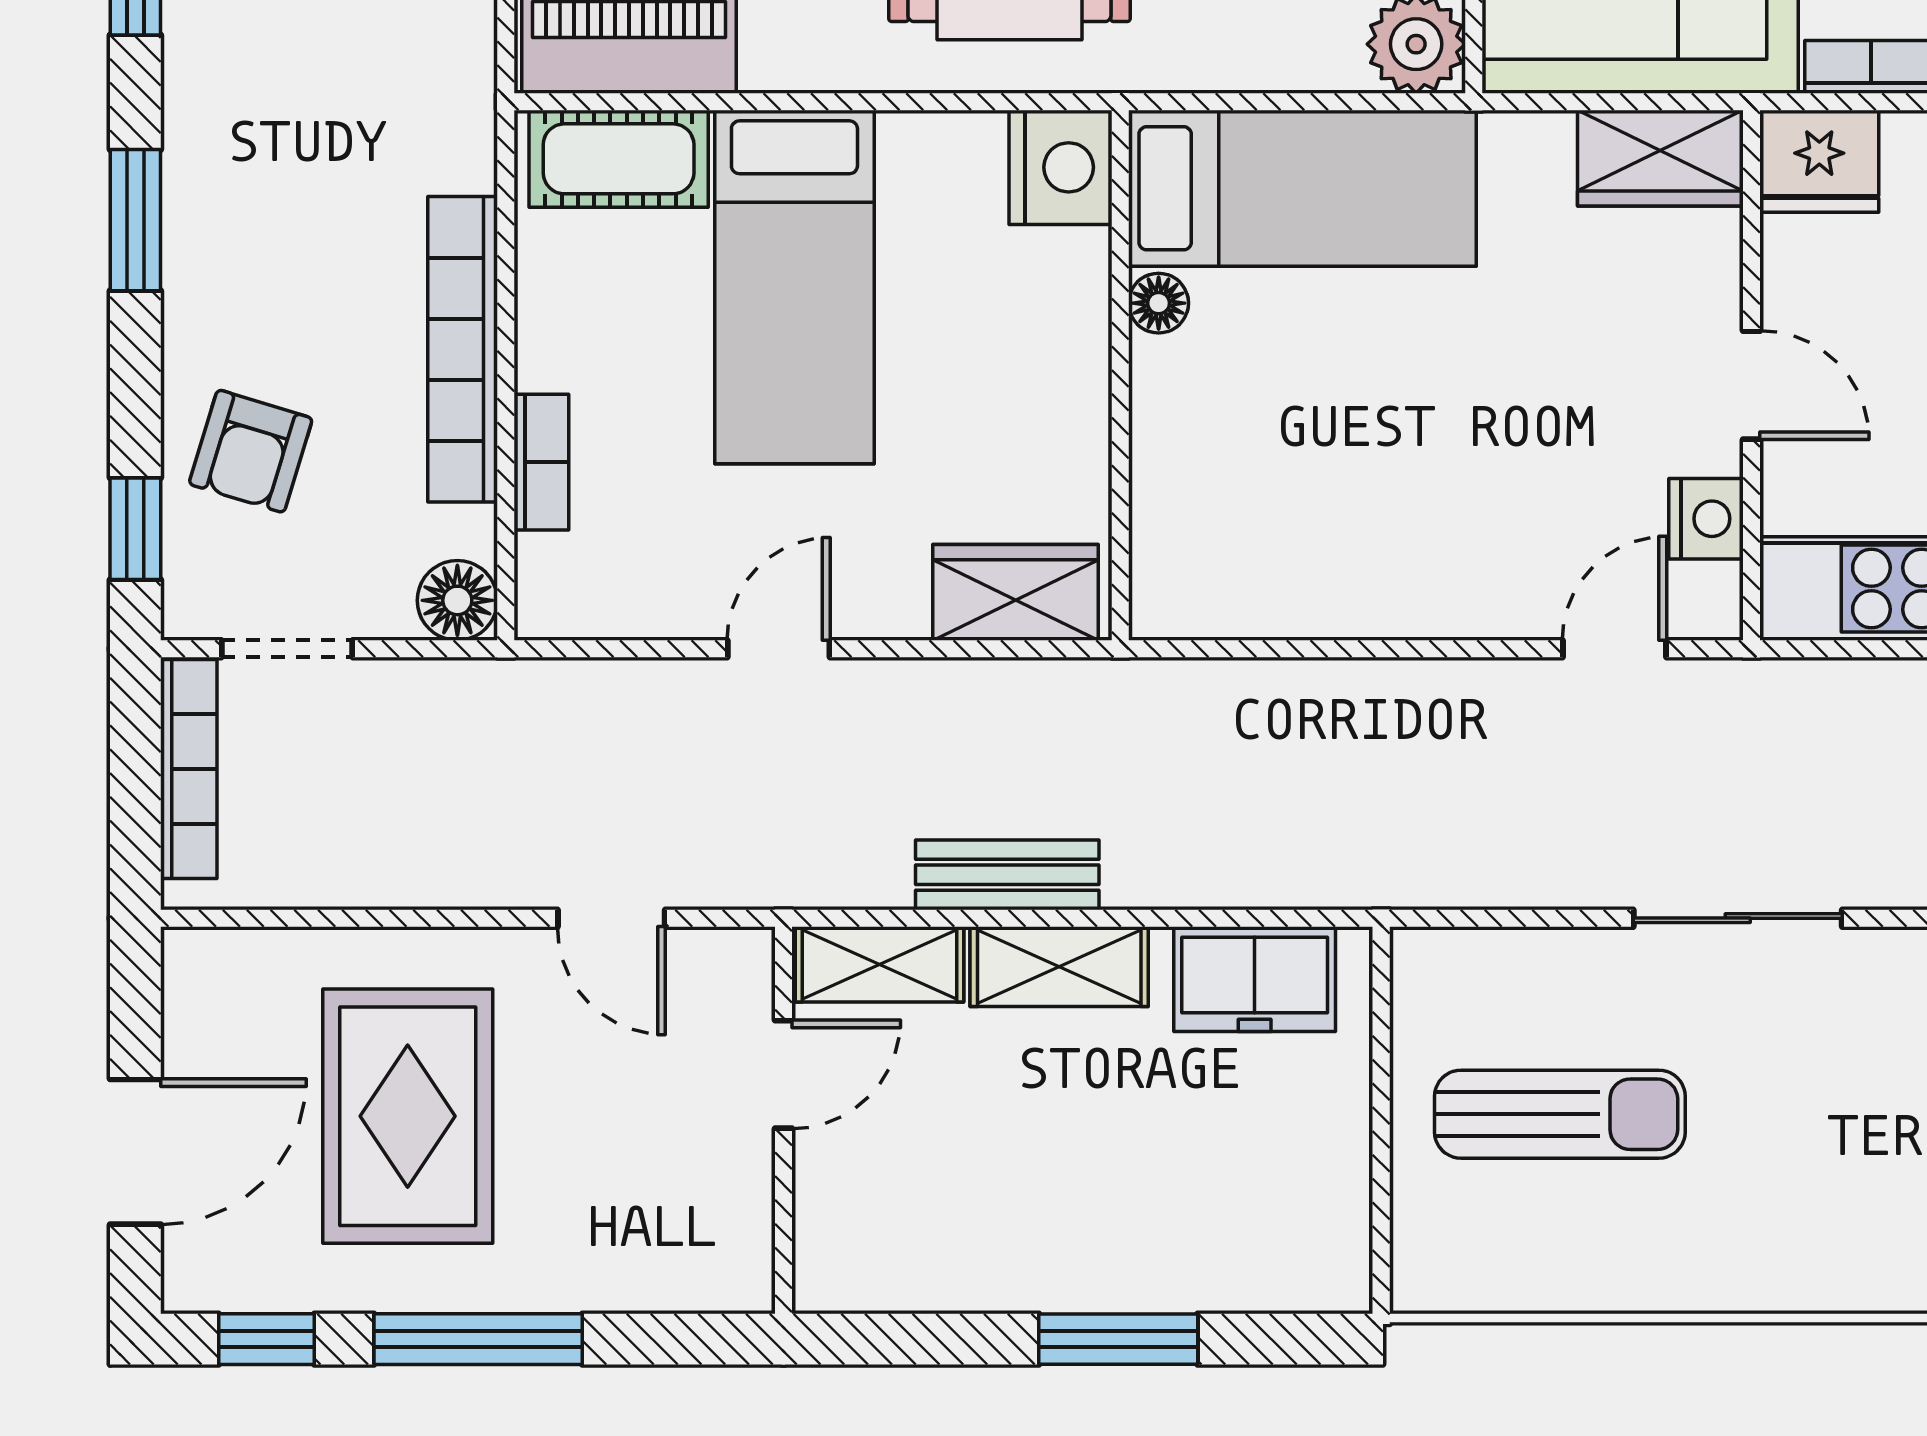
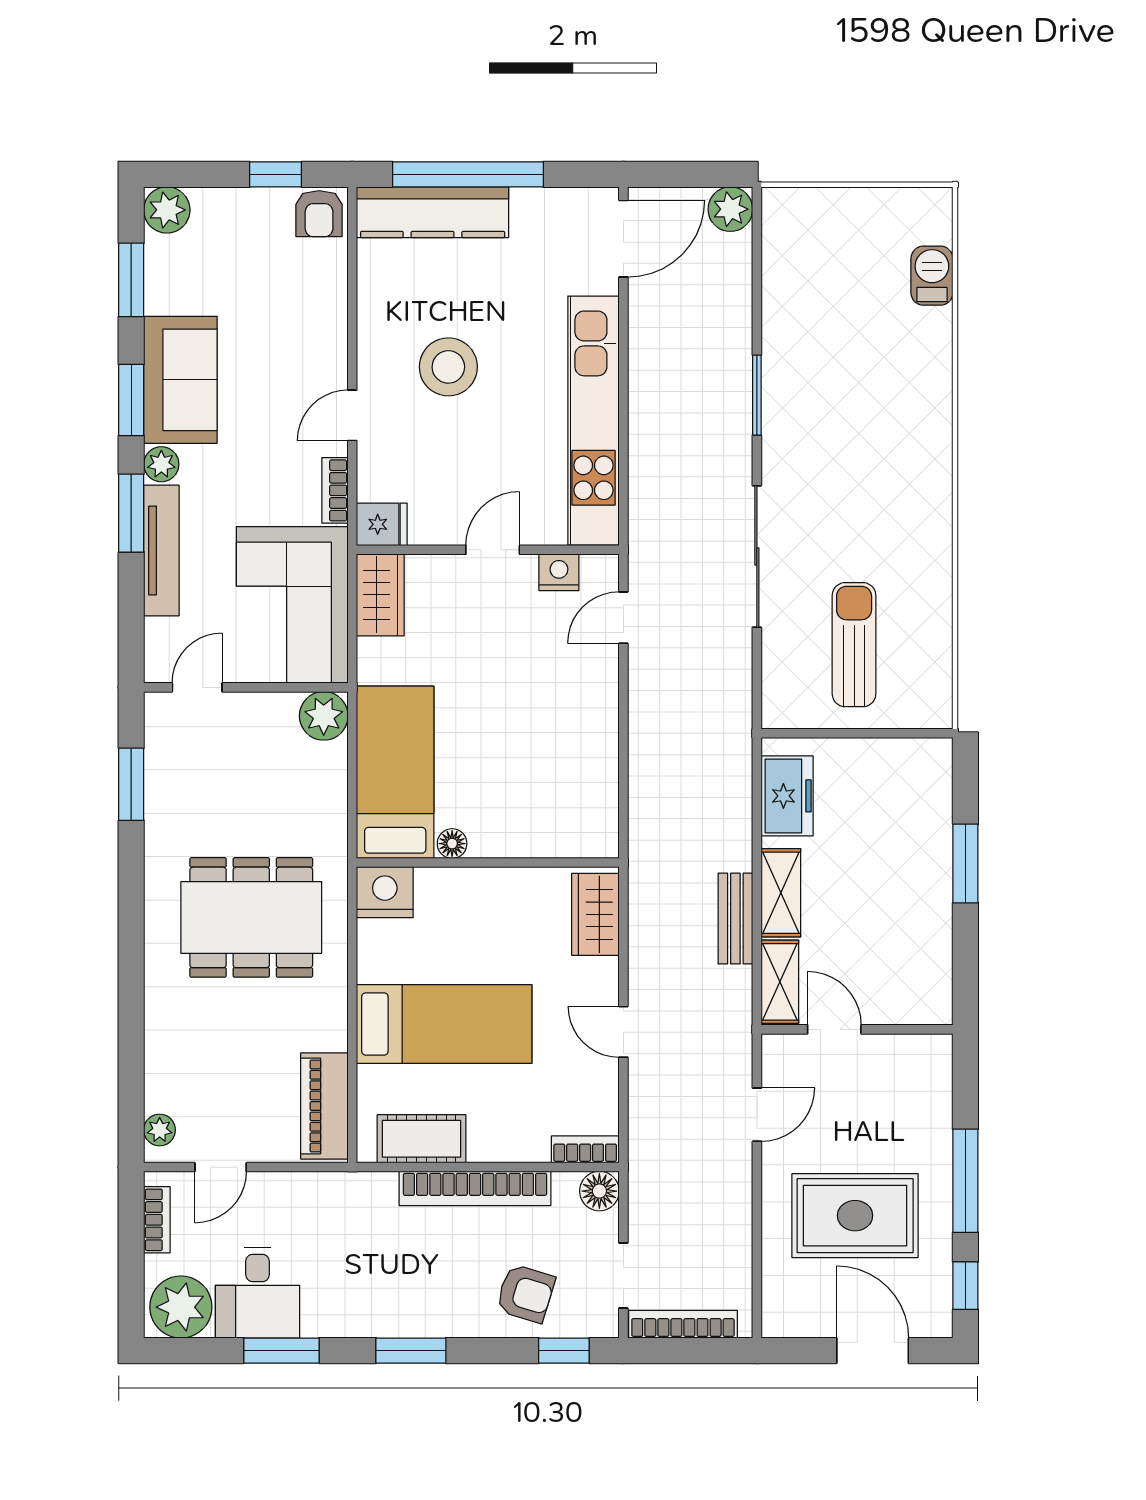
cot: (619, 159) -> (421, 1139), moved, turned 90
fridge: (1819, 161) -> (382, 524), width x0.72
bookcase: (541, 462) -> (585, 1149), moved
door: (1614, 649) -> (623, 618), hinge flipped
sliding door: (1738, 918) -> (757, 557), width x1.37

